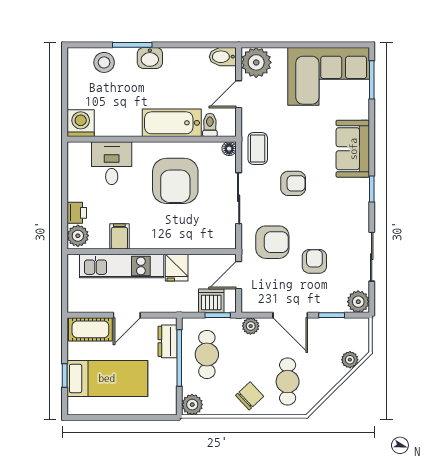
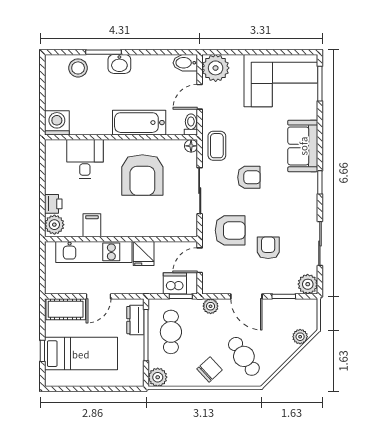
toilet: (210, 125) -> (191, 124), moved
cafe table: (288, 382) -> (244, 356), turned -34

